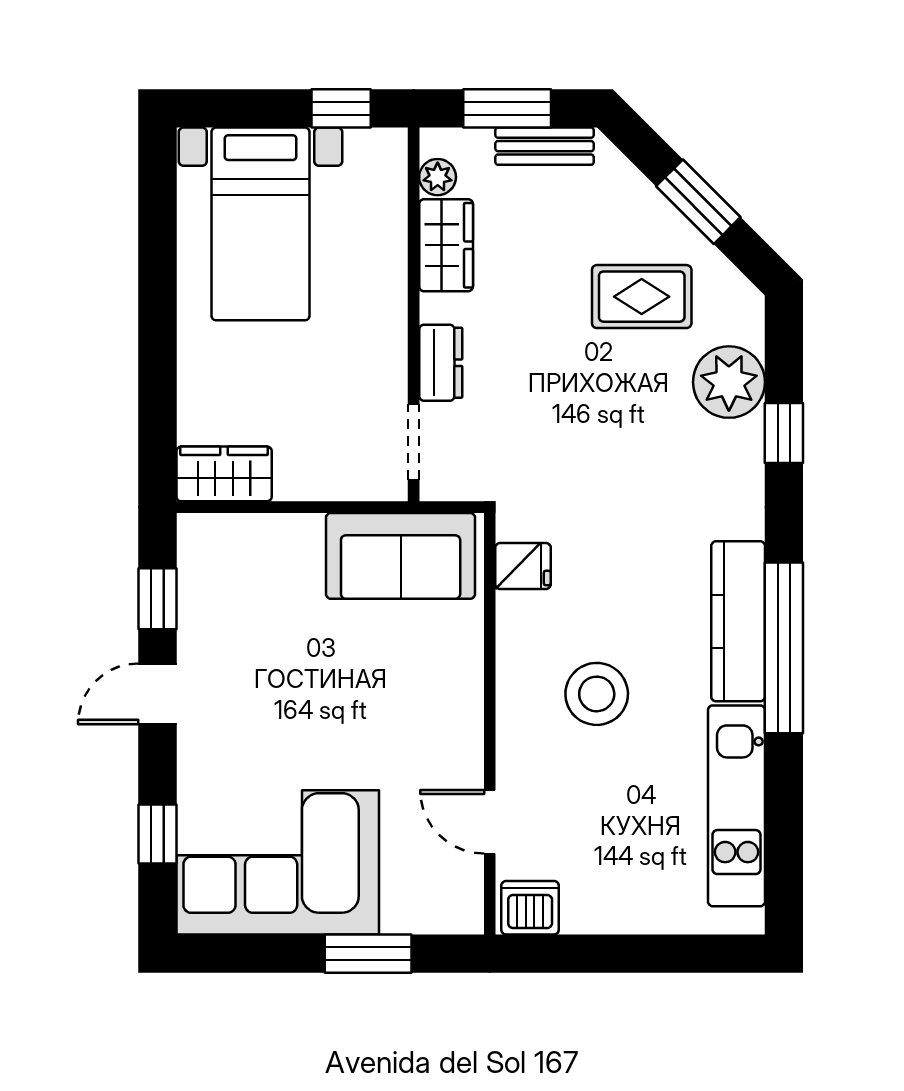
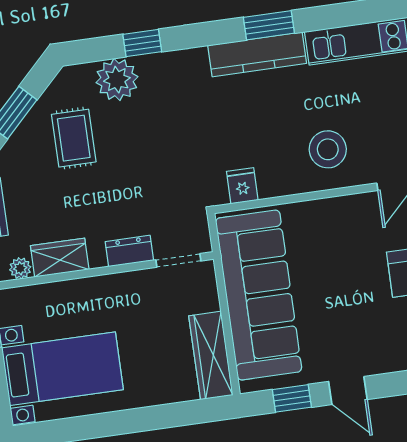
wardrobe: (224, 474) -> (211, 355), width x1.50
sofa: (401, 556) -> (259, 295), width x1.85, depth x1.27
window: (784, 648) -> (269, 25), width x0.47
stool: (597, 694) -> (328, 149), moved

